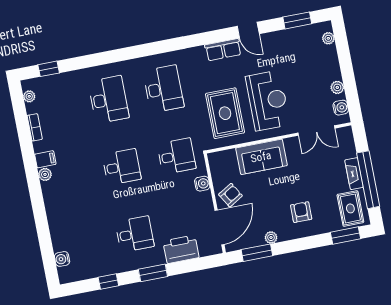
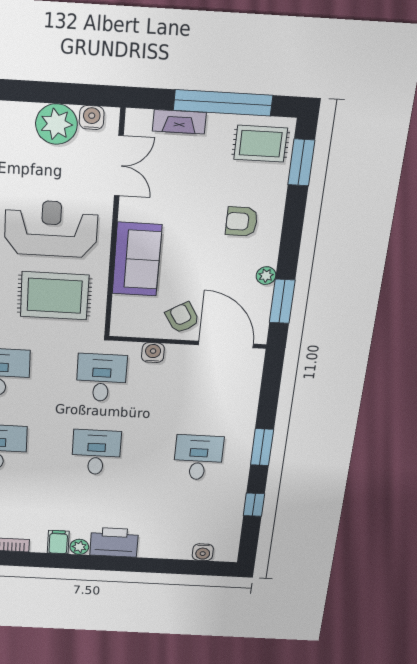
plant: (337, 87) -> (56, 124), width x1.87, depth x1.87
fireplace: (354, 174) -> (179, 122), moved
printer: (181, 249) -> (114, 542), moved, turned 90

